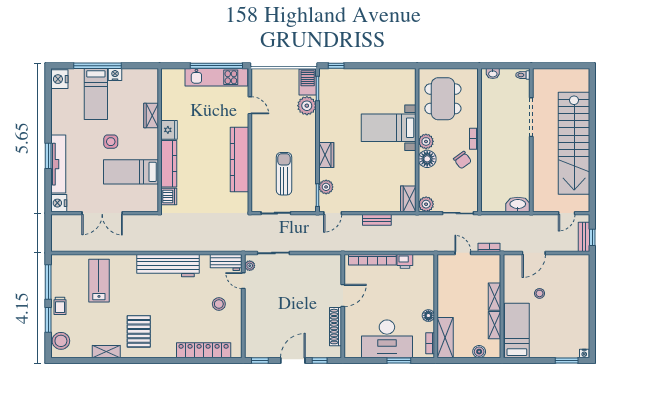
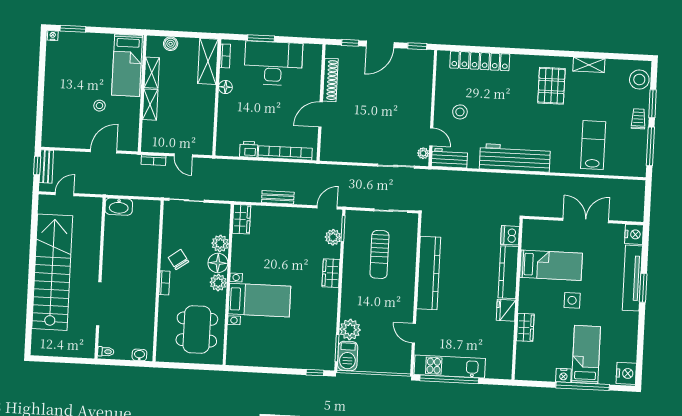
plant: (426, 204) -> (220, 243), moved
lab bench: (99, 281) -> (593, 145), turned 180

